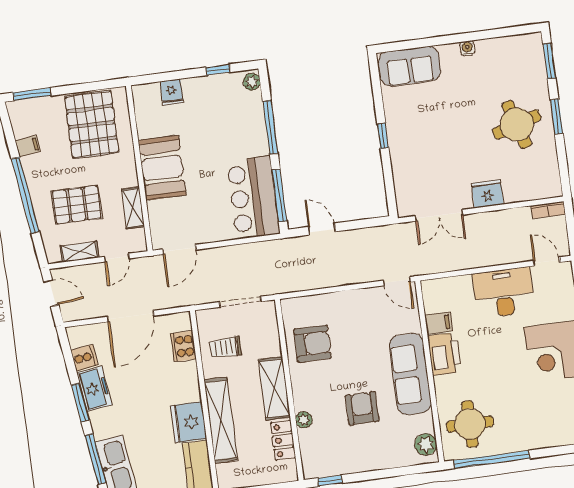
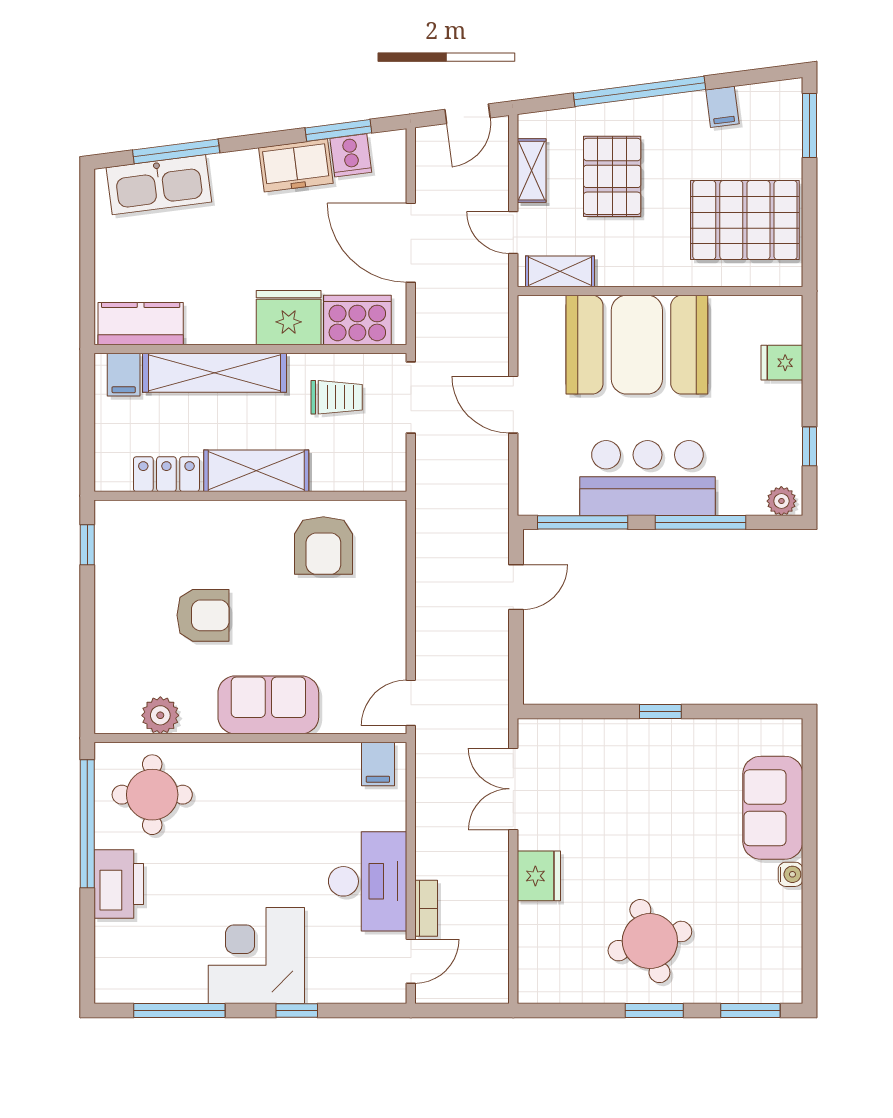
sofa: (410, 66) -> (773, 808), moved
booth: (162, 168) -> (637, 345), width x1.36, depth x1.42
bar counter: (253, 197) -> (647, 478), moved
shelving: (133, 208) -> (560, 271), moved
bookcase: (548, 210) -> (426, 908), moved, turned 180
door: (179, 249) -> (513, 405), moved
doorway: (240, 302) -> (411, 398), moved
filing cabinet: (438, 323) -> (378, 764), moved
cooker: (183, 346) -> (357, 320), width x1.37, depth x1.31
trolley: (226, 347) -> (337, 397), turned 90
printer: (444, 354) -> (119, 884), moved, turned -90
sofa: (410, 374) -> (268, 705), width x0.73
window: (80, 402) -> (338, 130), moved
plant: (304, 420) -> (196, 514), removed
fridge: (188, 422) -> (289, 318), moved
plant: (426, 444) -> (160, 715), moved
filing cabinet: (229, 473) -> (124, 375), added

